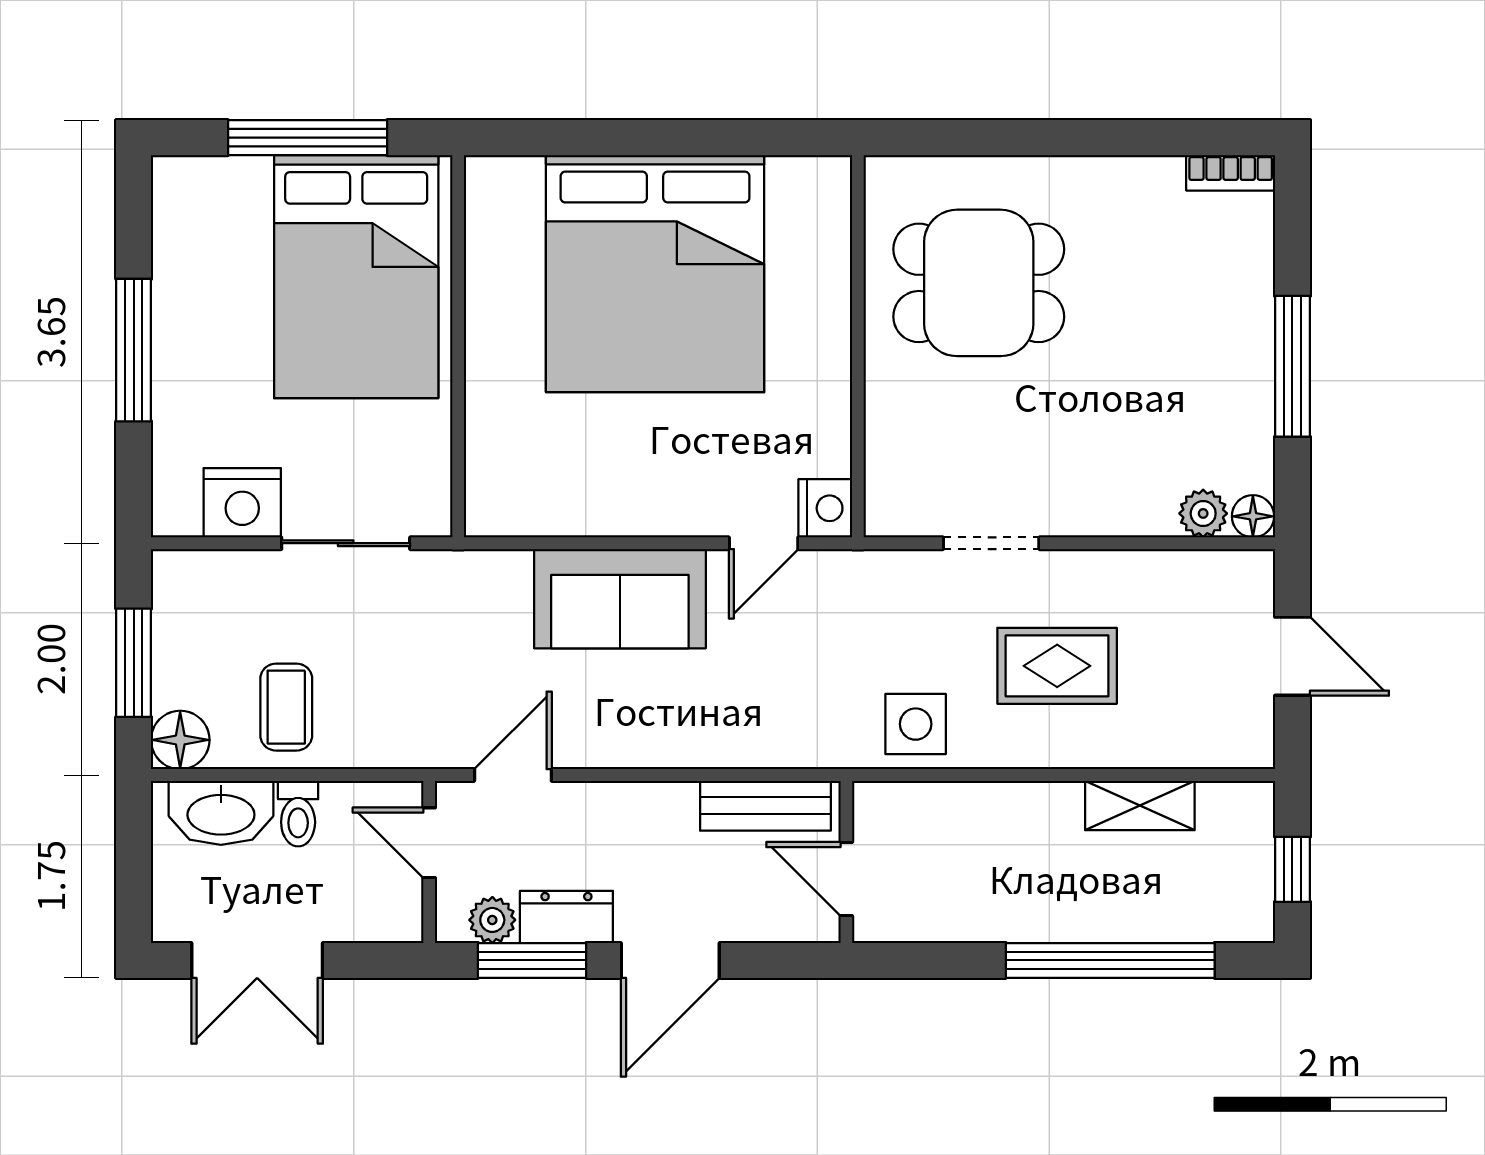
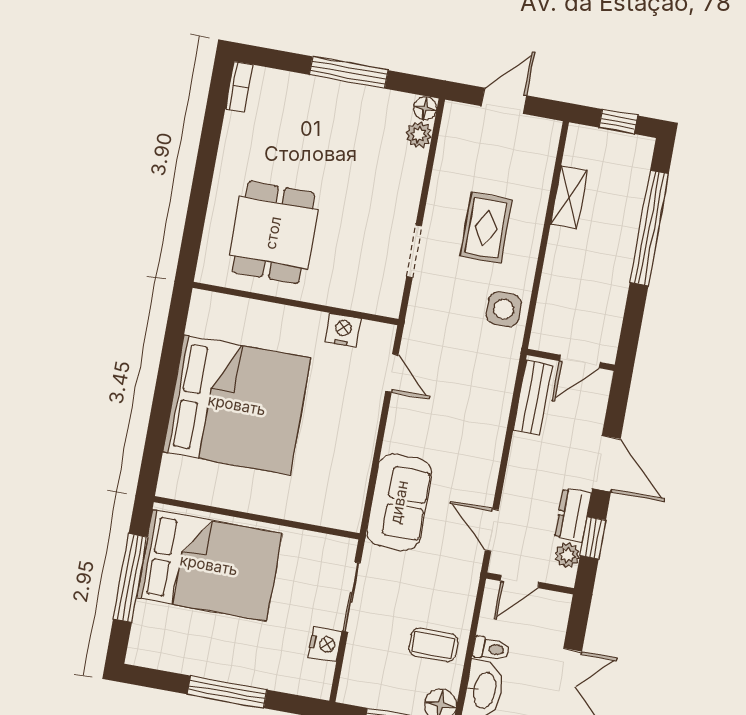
nightstand: (242, 503) -> (325, 644), width x0.74, depth x0.75
nightstand: (825, 508) -> (343, 330), moved
sofa: (620, 599) -> (399, 502), moved
window: (532, 960) -> (593, 538), width x0.67

